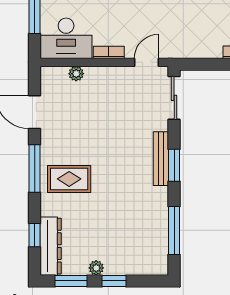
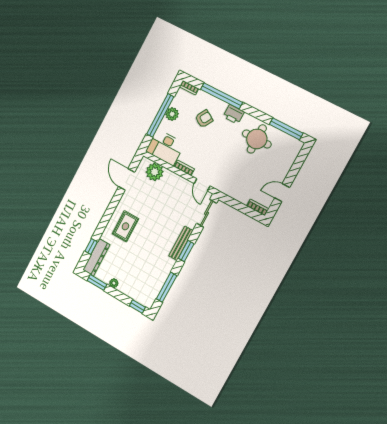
door: (147, 62) -> (202, 185), swing flipped
plant: (76, 74) -> (155, 172), width x1.87, depth x1.87
window: (35, 168) -> (110, 210), removed
rug: (69, 179) -> (125, 226), turned 90
window: (114, 281) -> (137, 307), moved

